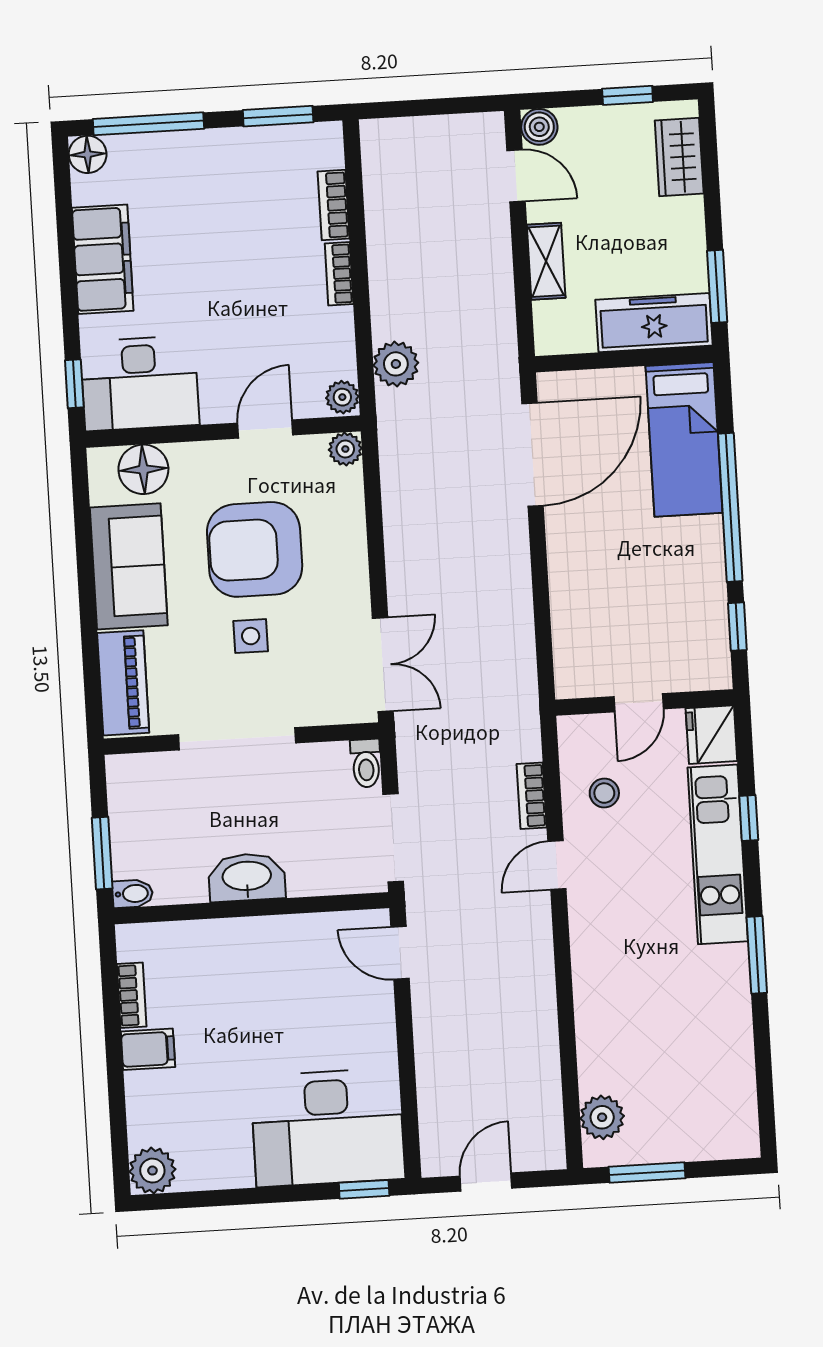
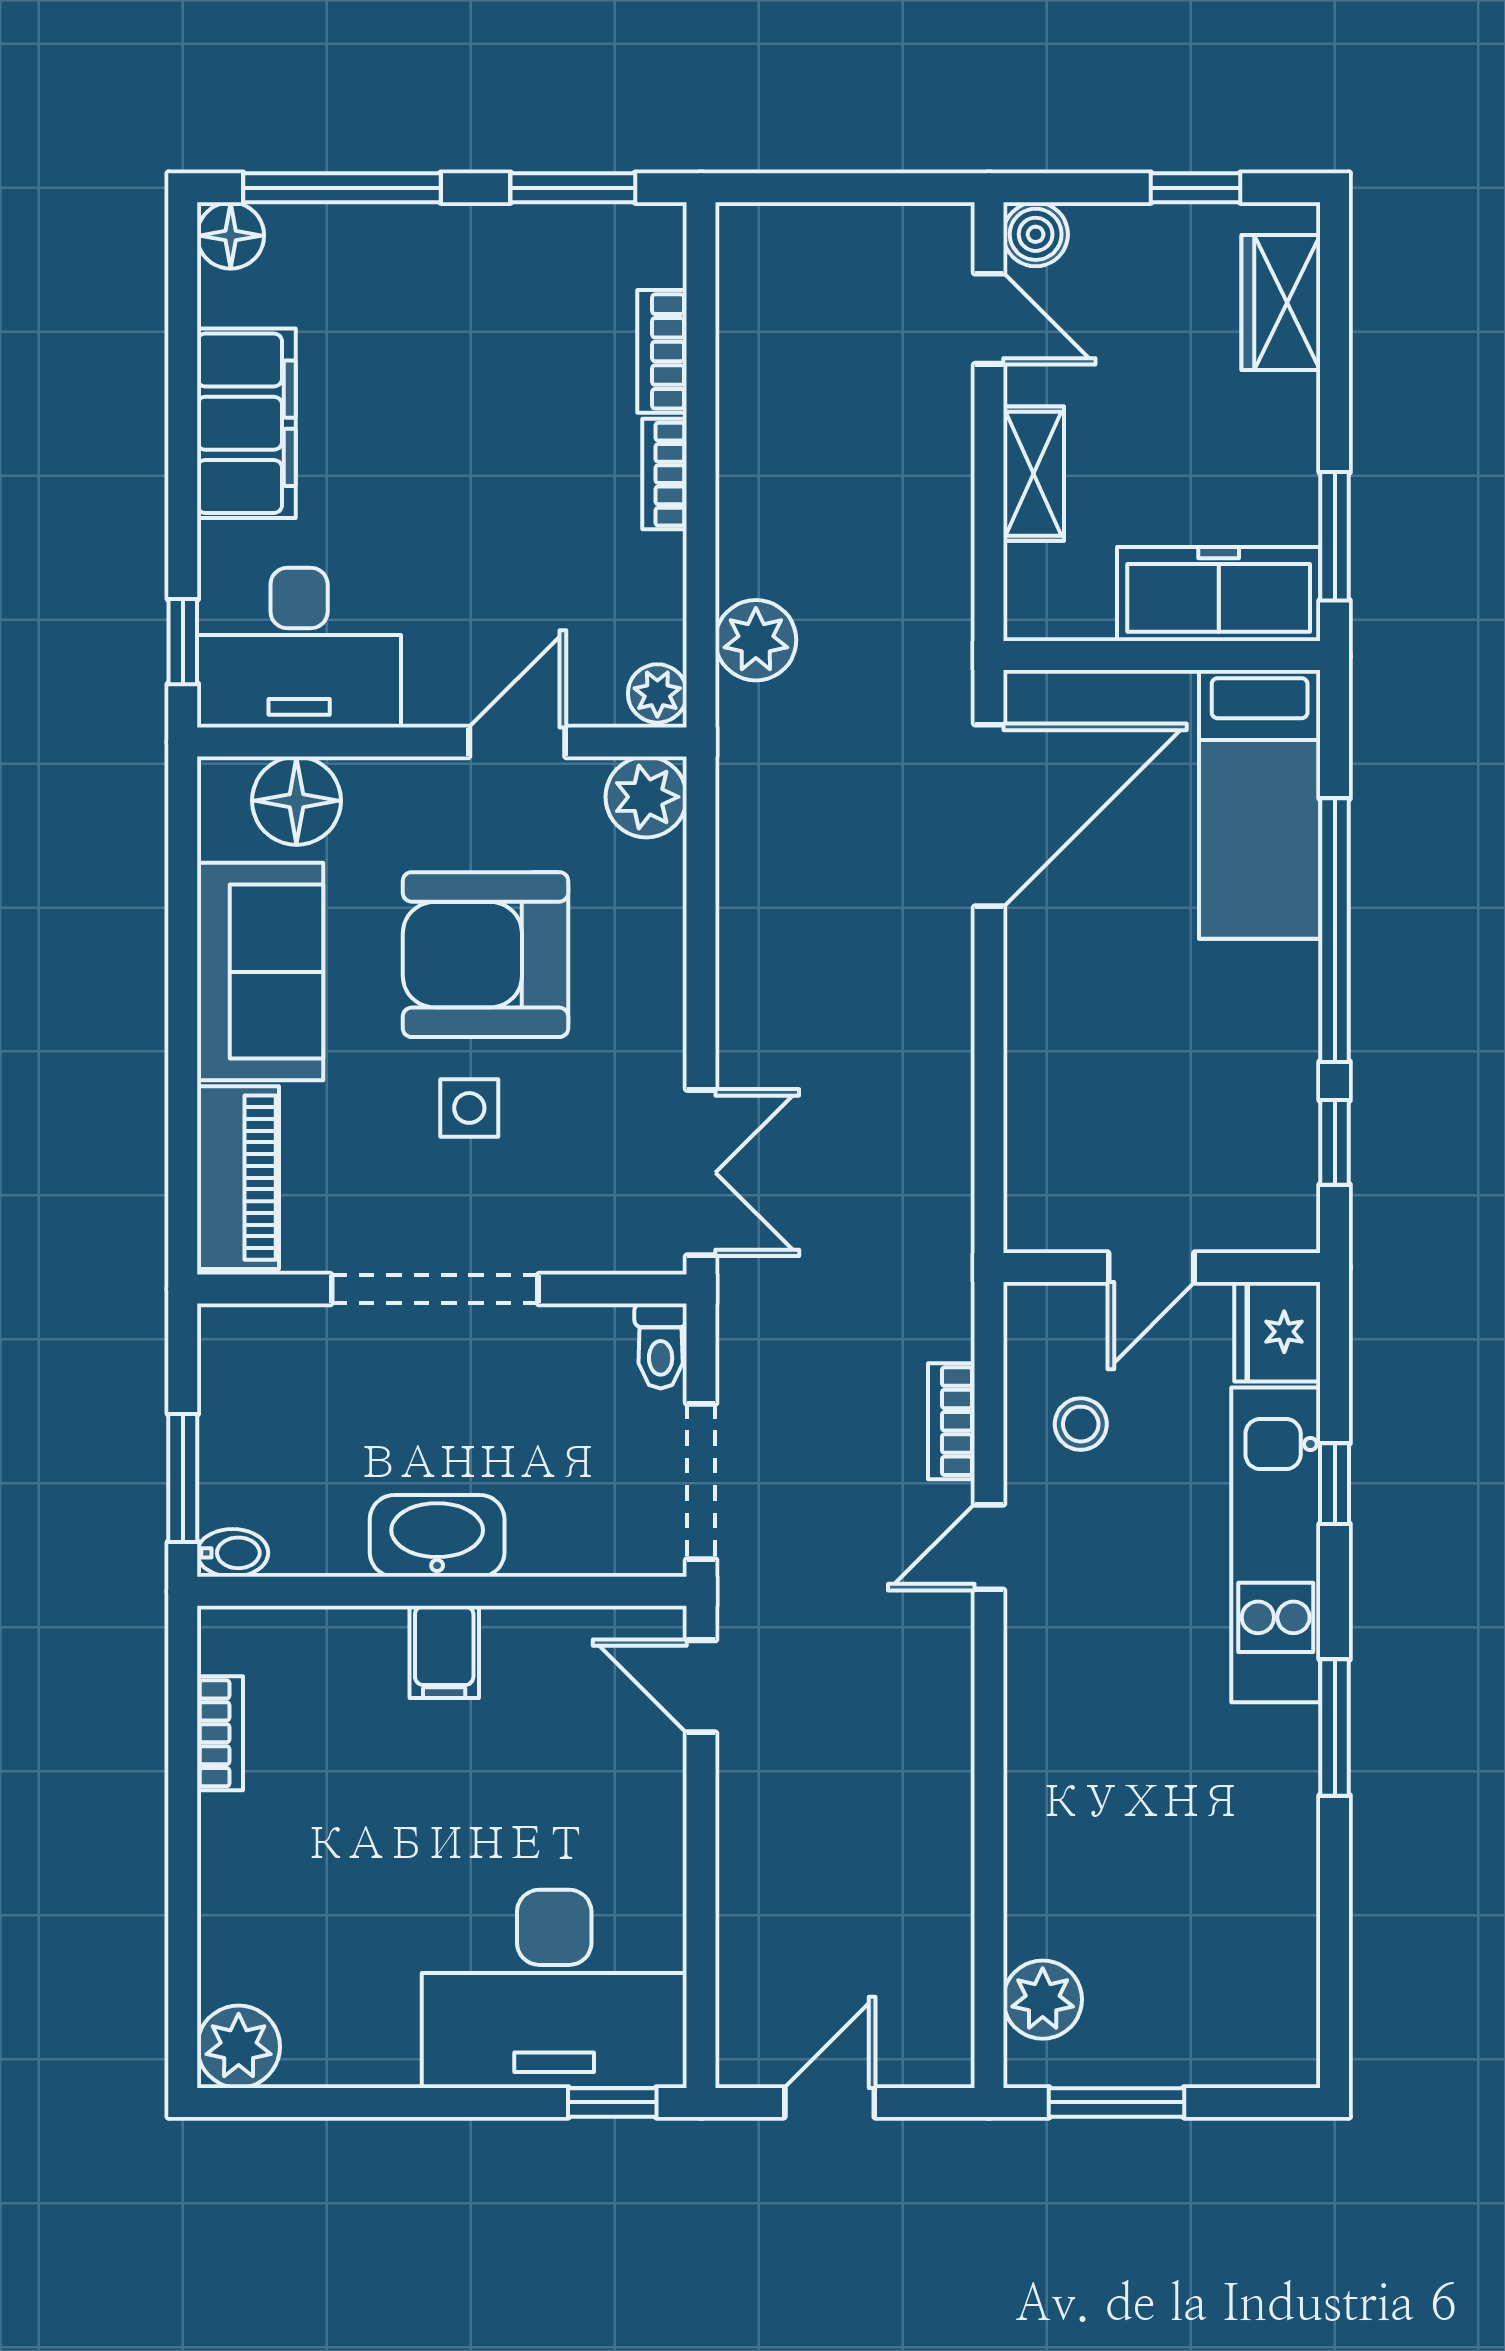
plant: (345, 449) -> (646, 797), width x1.38, depth x1.38
filing cabinet: (148, 1049) -> (444, 1652), moved, turned 90

